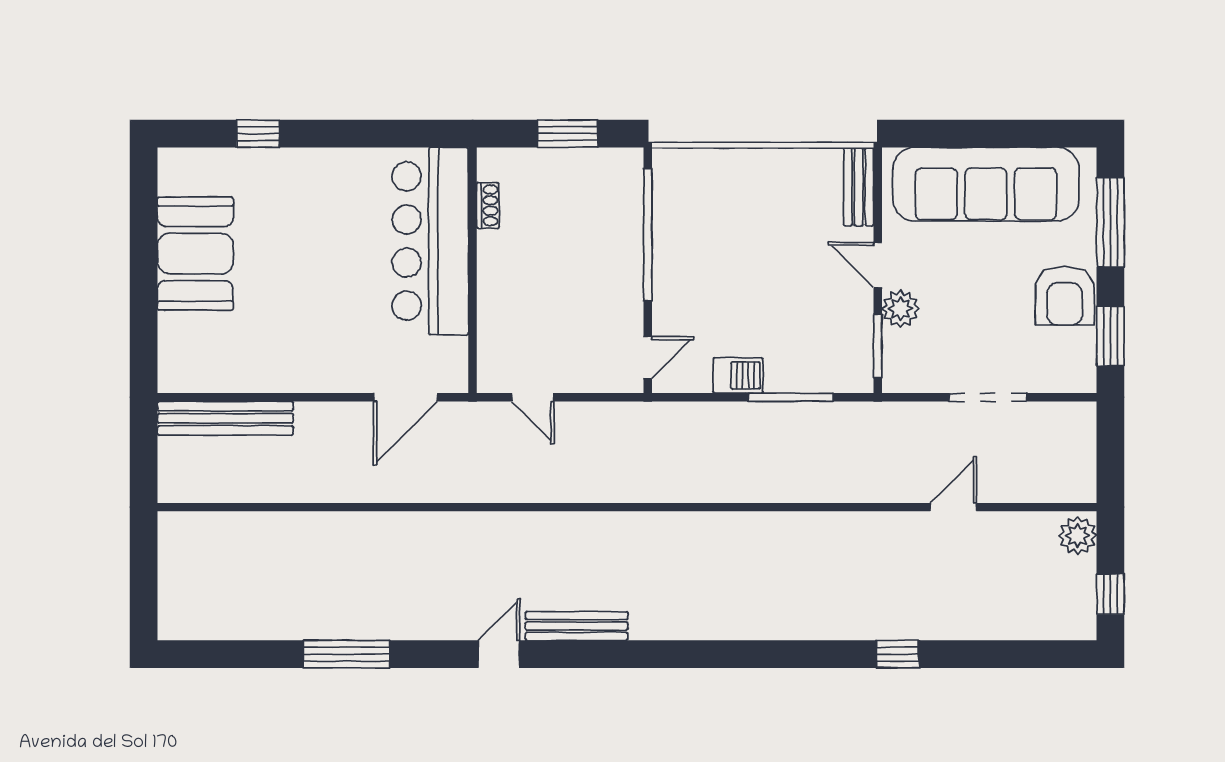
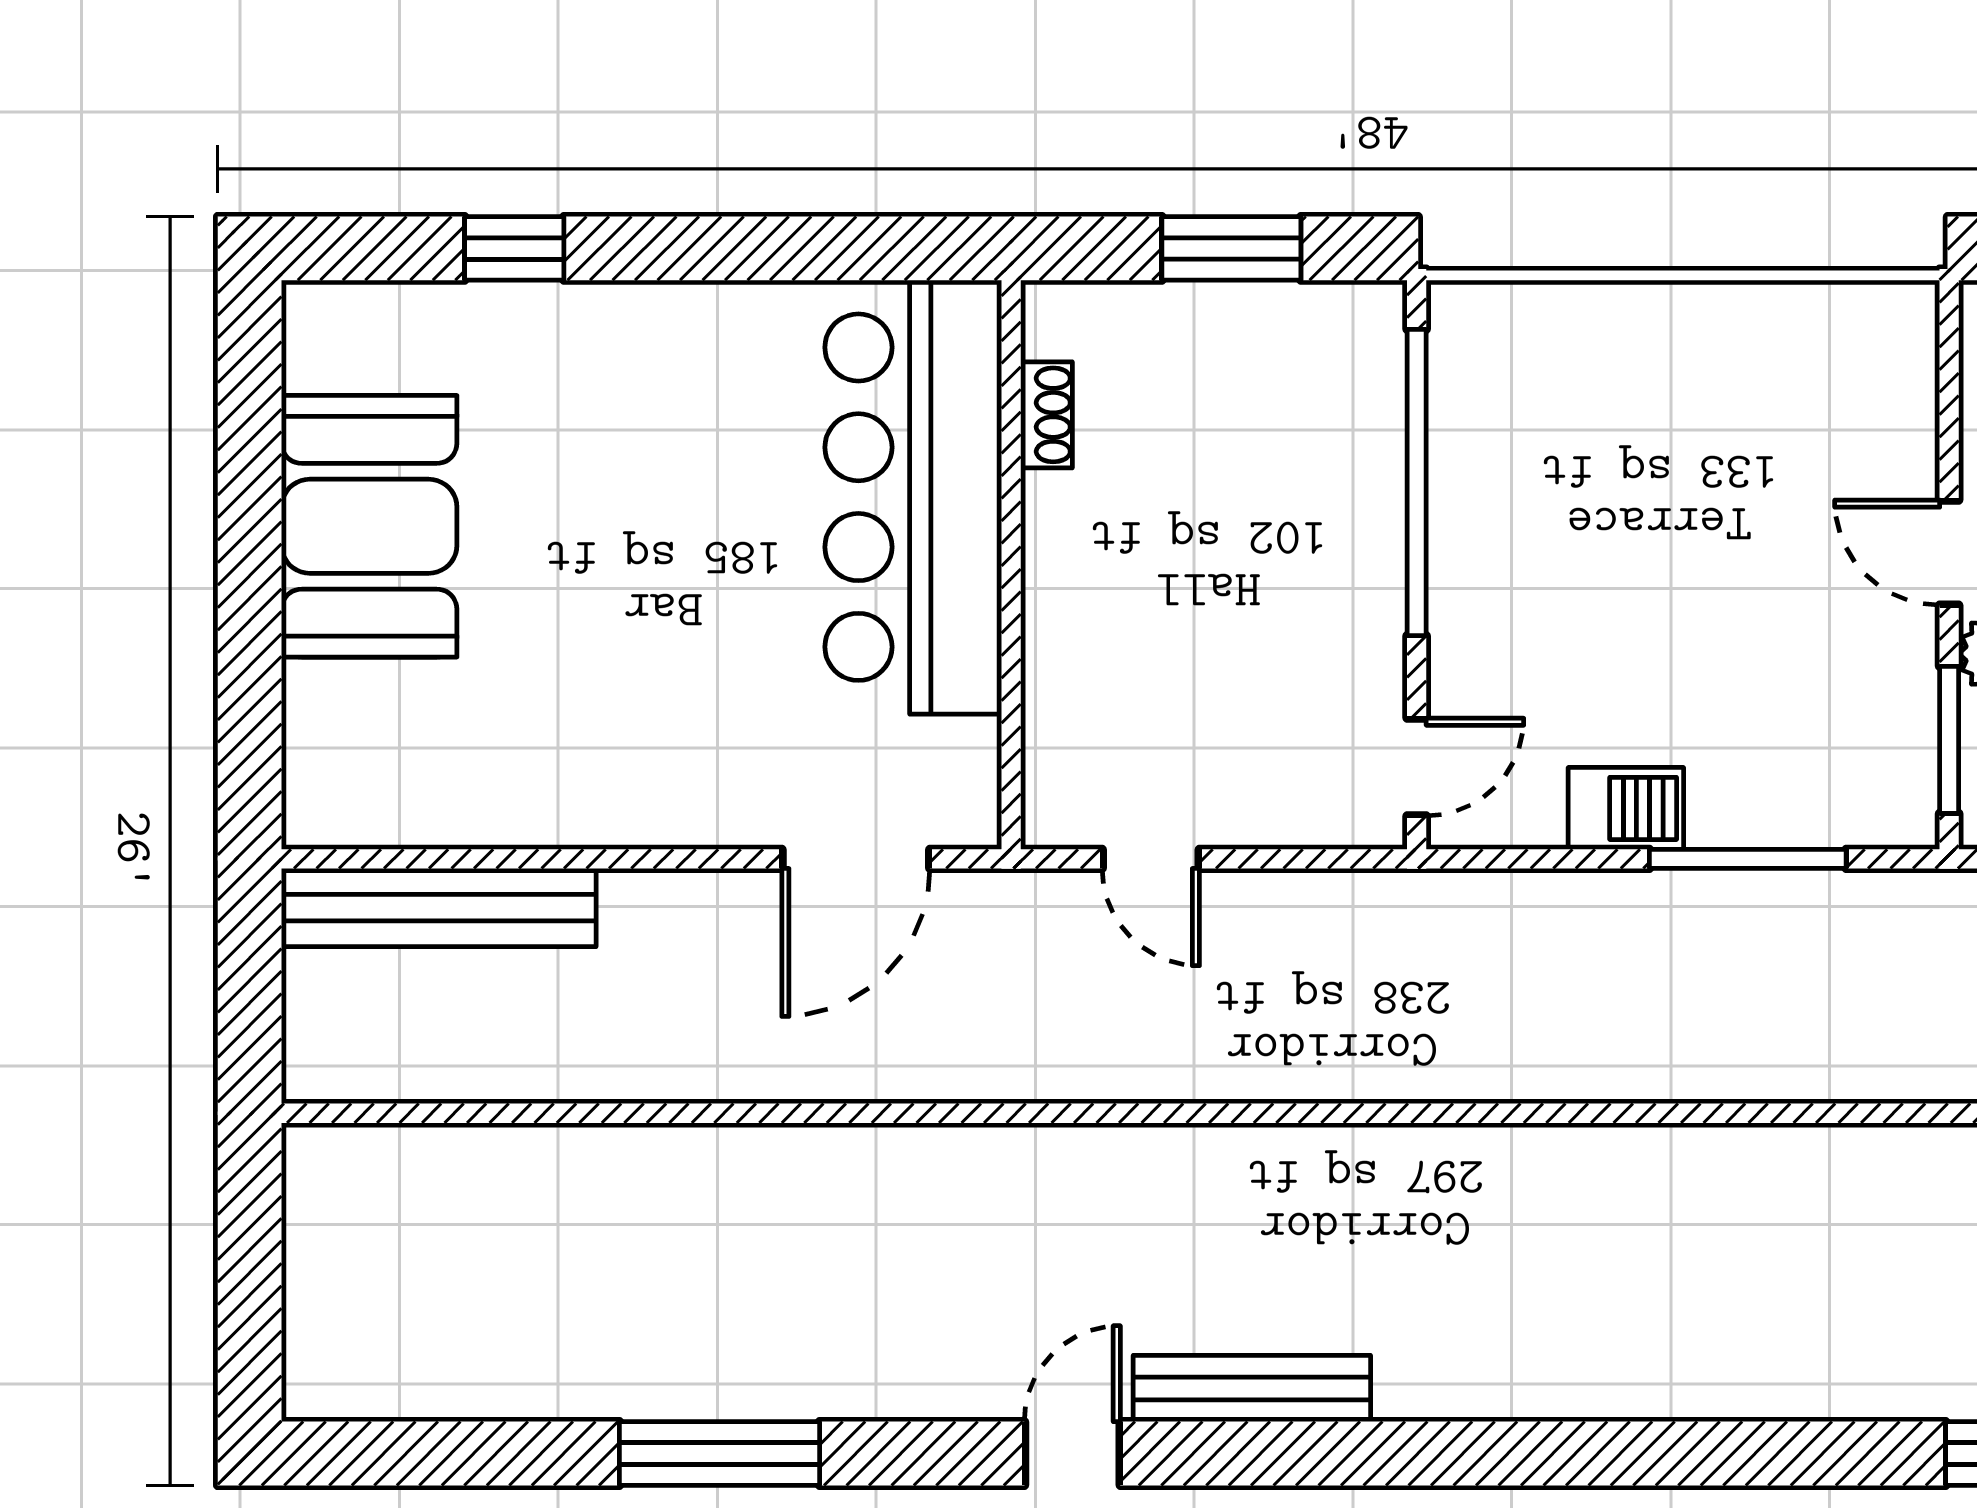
bench: (859, 187) -> (1905, 371), removed

